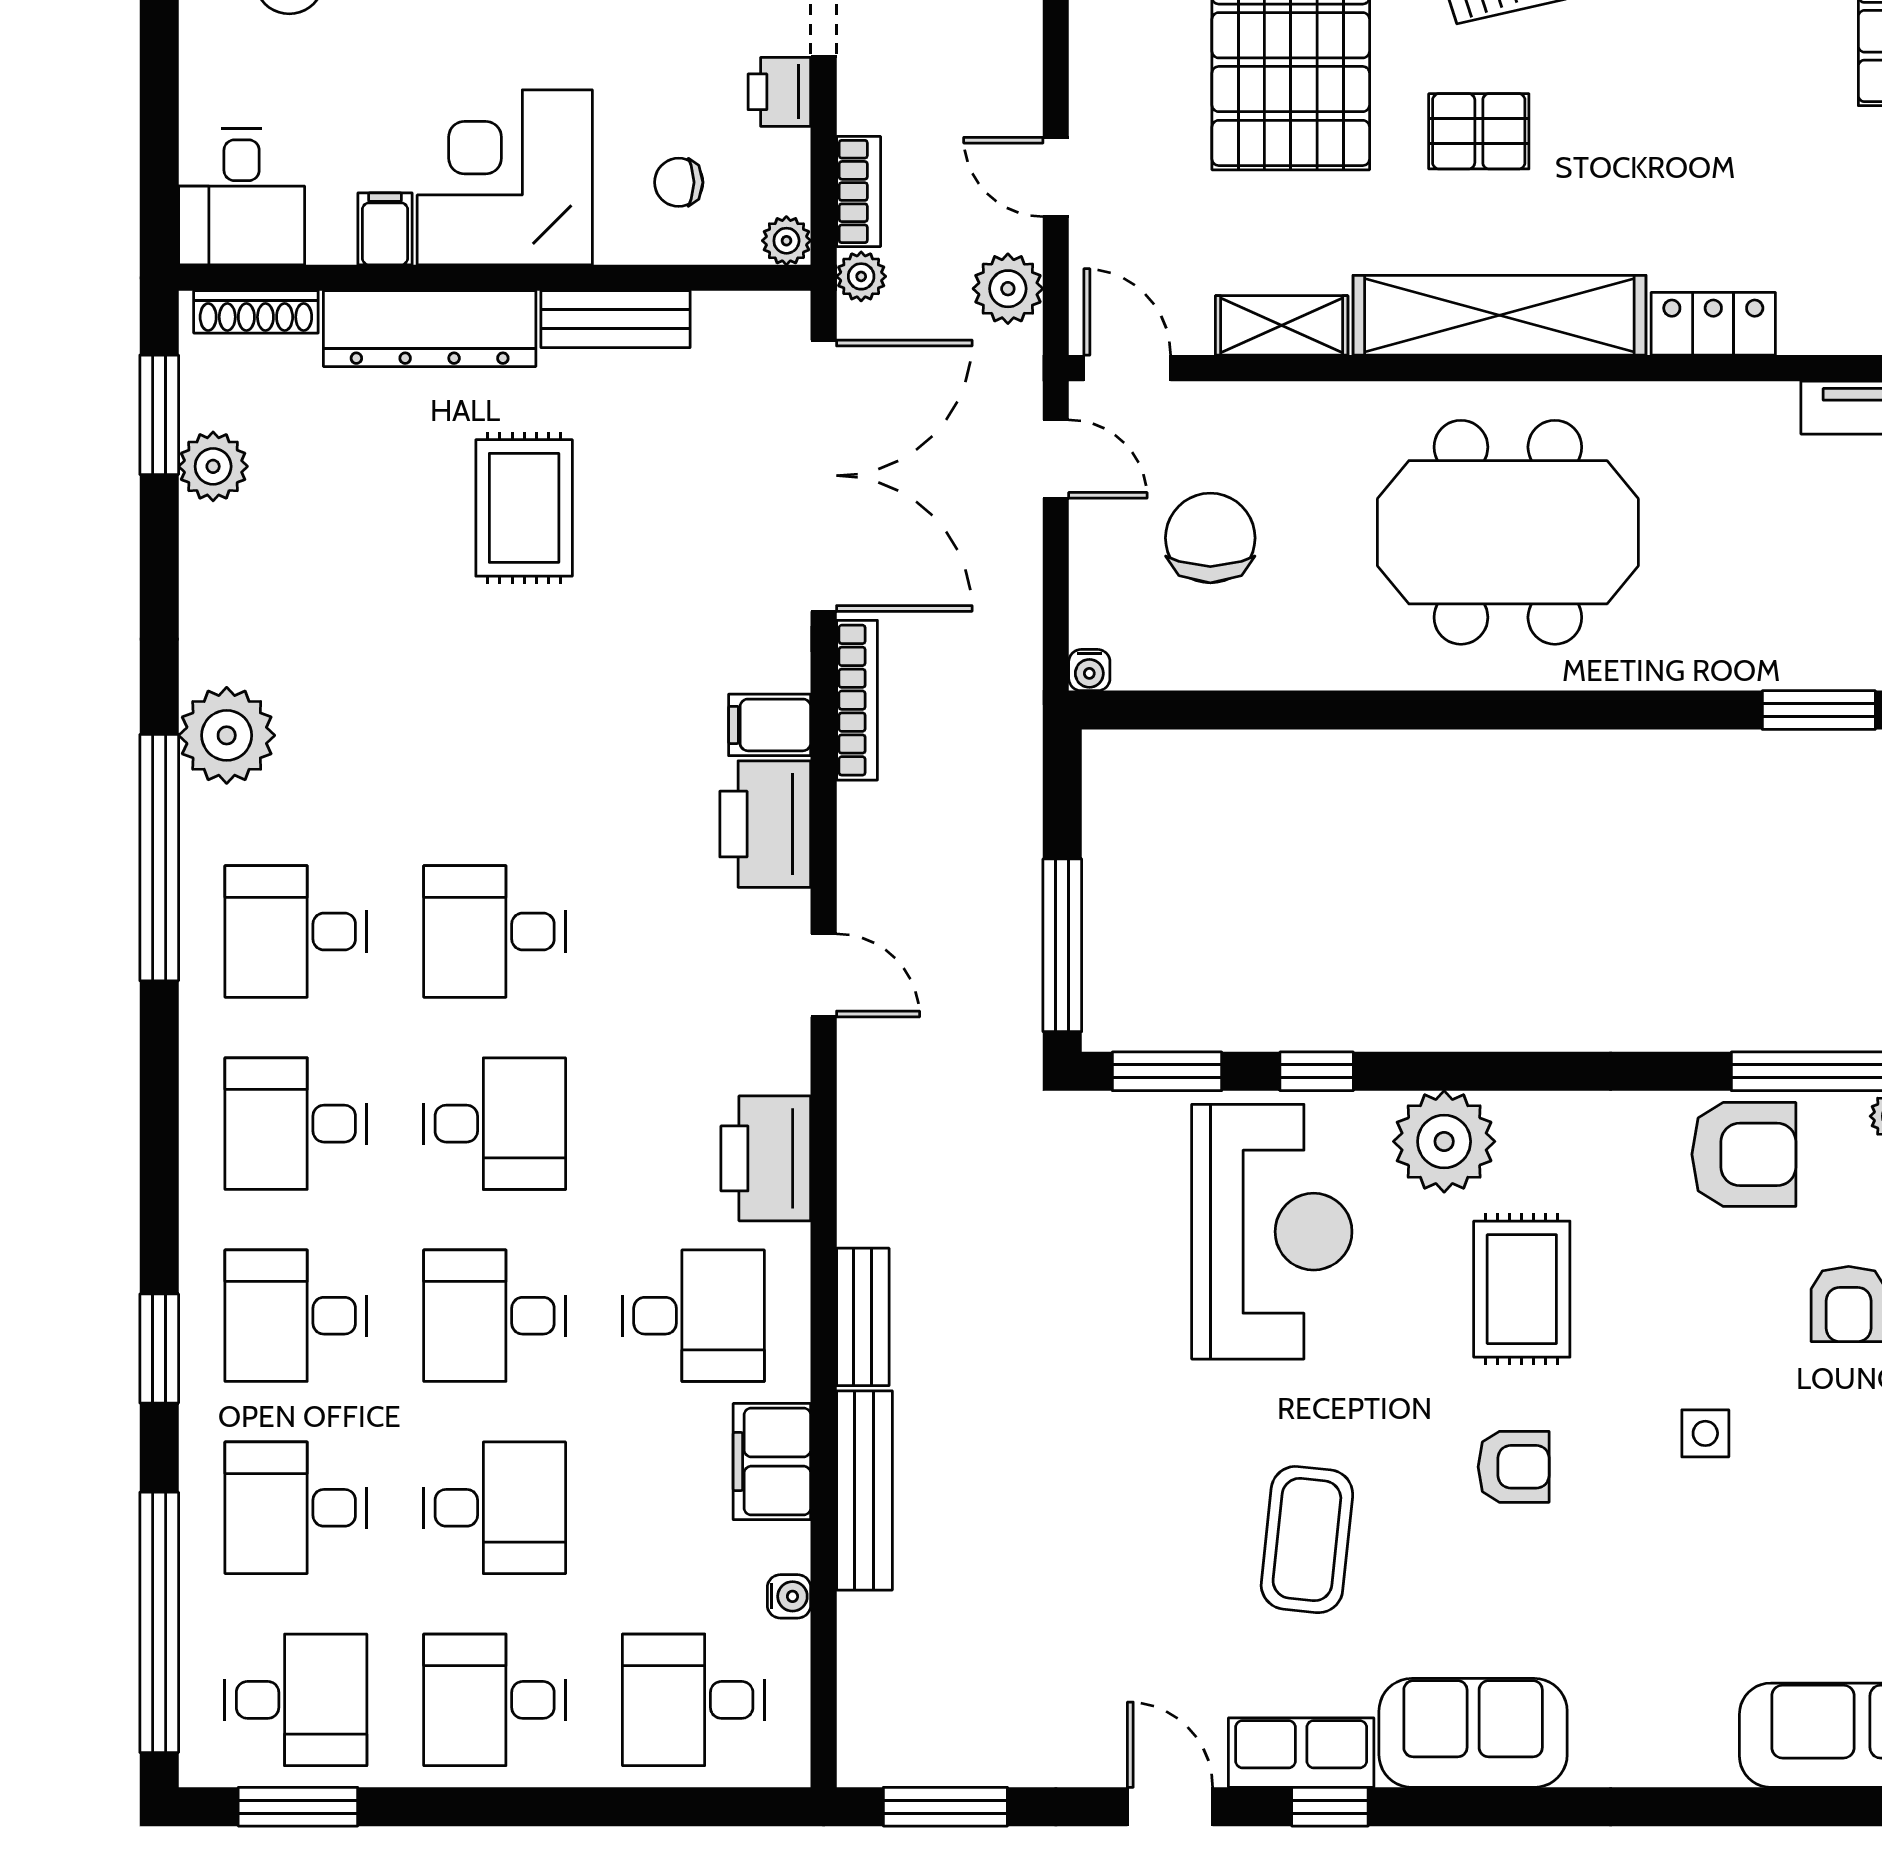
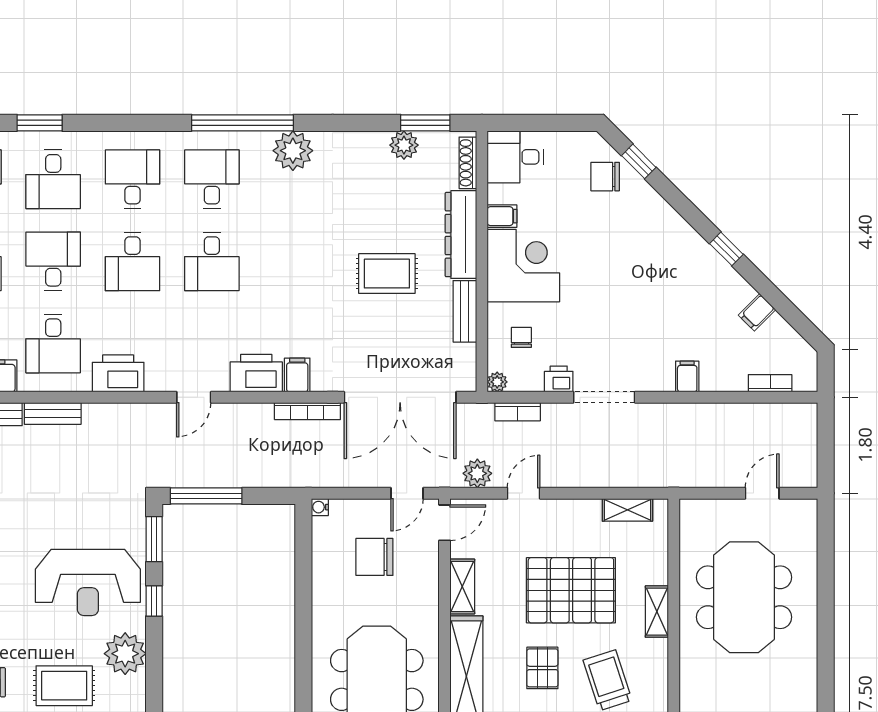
plant: (861, 276) -> (482, 413), removed
chair: (1210, 538) -> (374, 557), turned 180
desk: (495, 932) -> (212, 261), turned 180
desk: (296, 1316) -> (53, 179), turned 180

